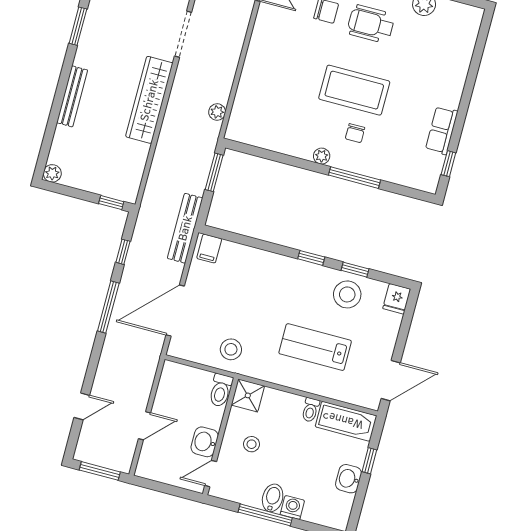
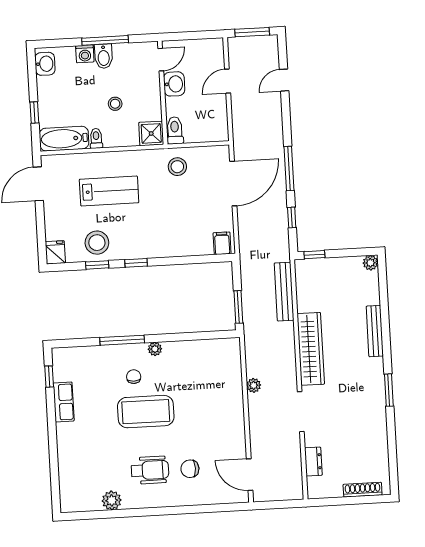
plant: (217, 112) -> (254, 385), moved
bench: (185, 228) -> (284, 292), moved
stool: (252, 444) -> (115, 104), moved
washbasin: (349, 479) -> (45, 64), moved

